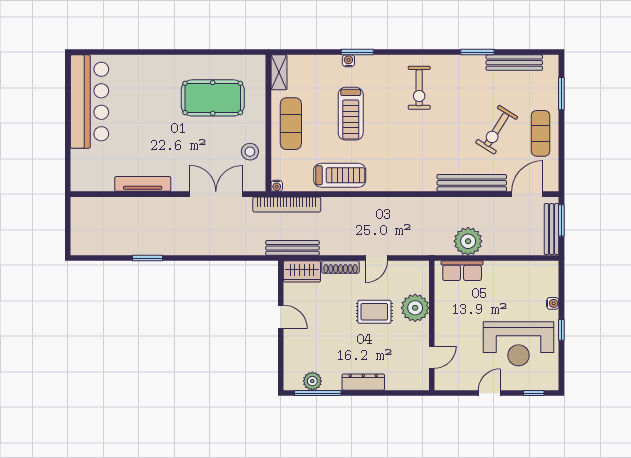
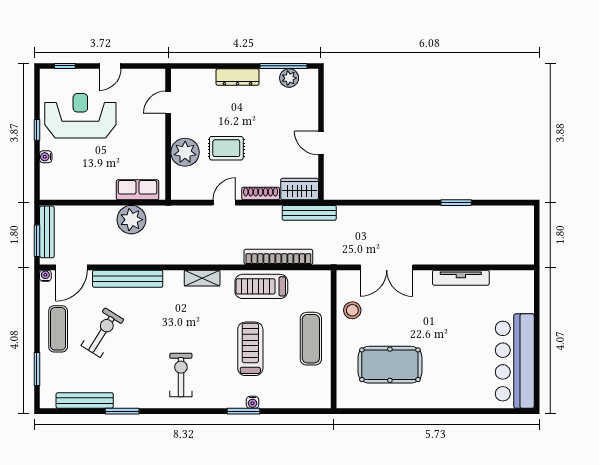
shelving: (279, 72) -> (202, 278), moved, turned 90
water cooler: (277, 186) -> (45, 276), moved
bookcase: (287, 204) -> (278, 257), moved

